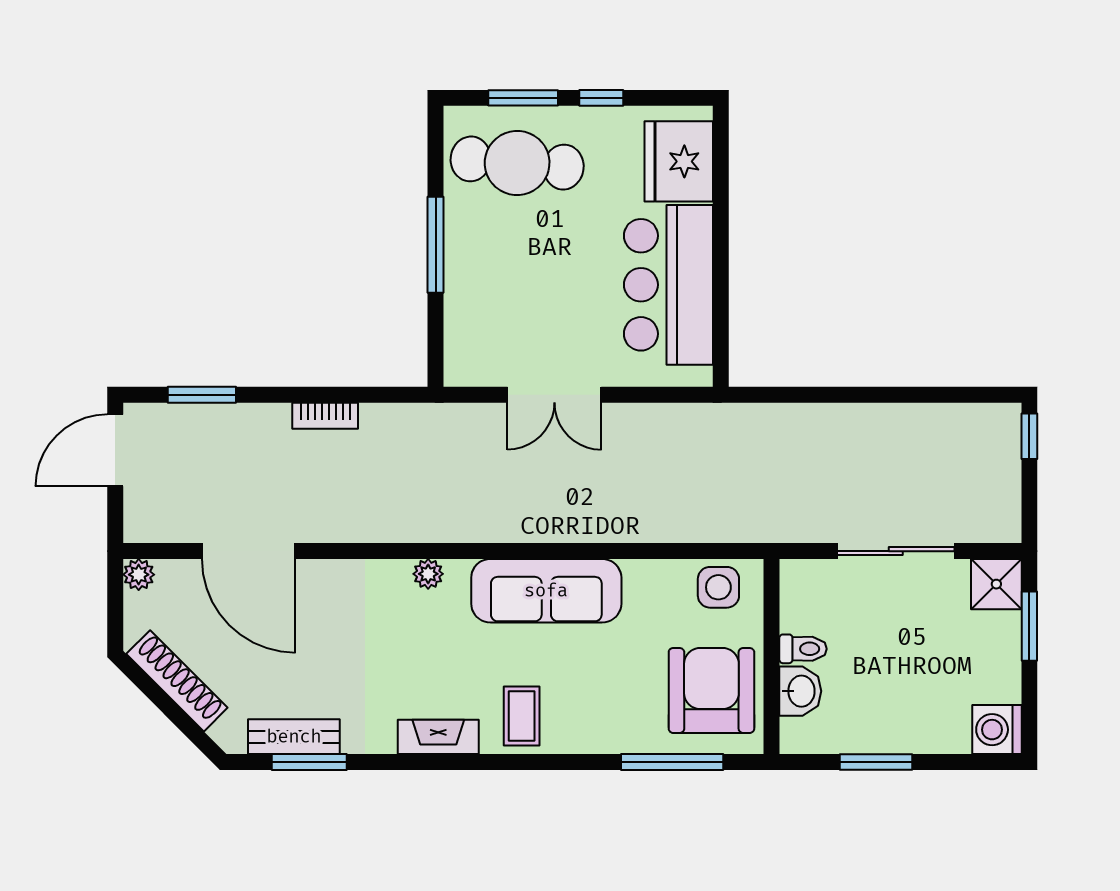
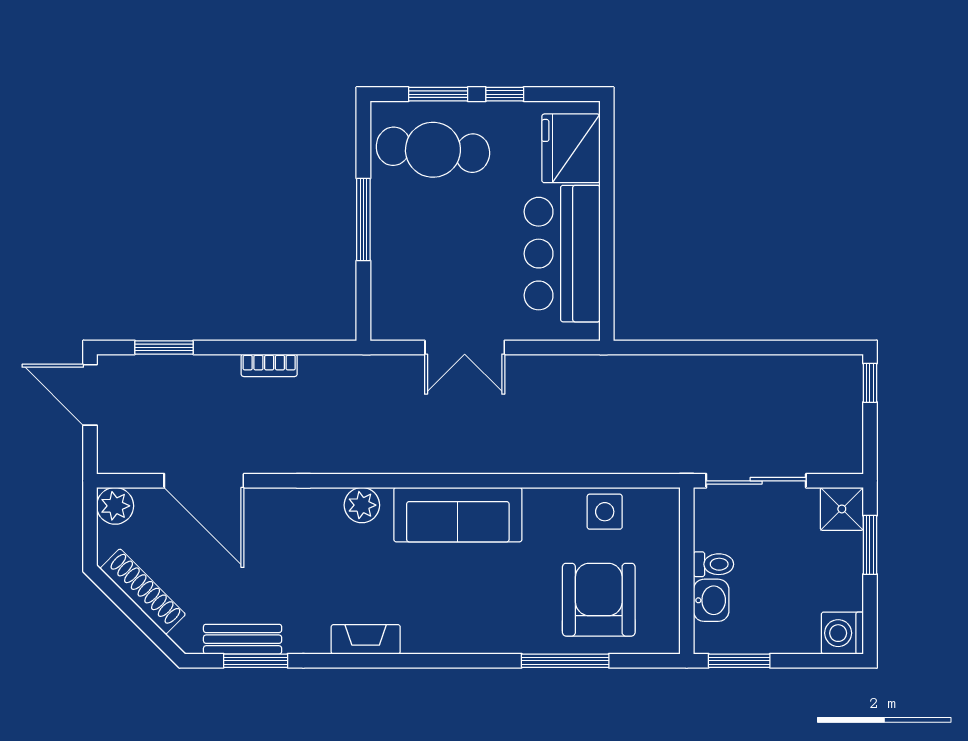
door: (115, 450) -> (90, 395), hinge flipped
plant: (428, 574) -> (362, 505), width x1.38, depth x1.38
plant: (139, 575) -> (115, 506), width x1.38, depth x1.38
toilet: (803, 649) -> (714, 564), moved
wall: (772, 657) -> (687, 571), moved
washbasin: (800, 691) -> (711, 600), moved
coffee table: (522, 716) -> (437, 622), removed

